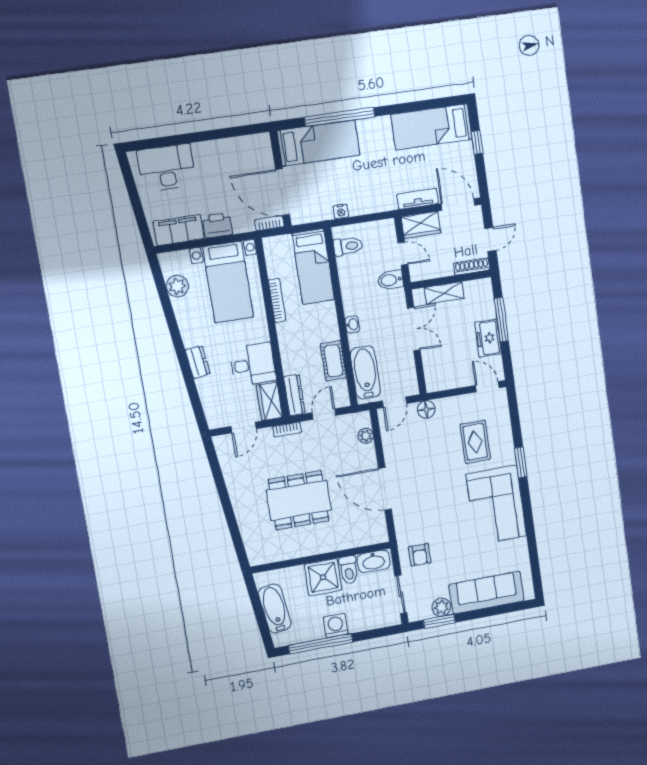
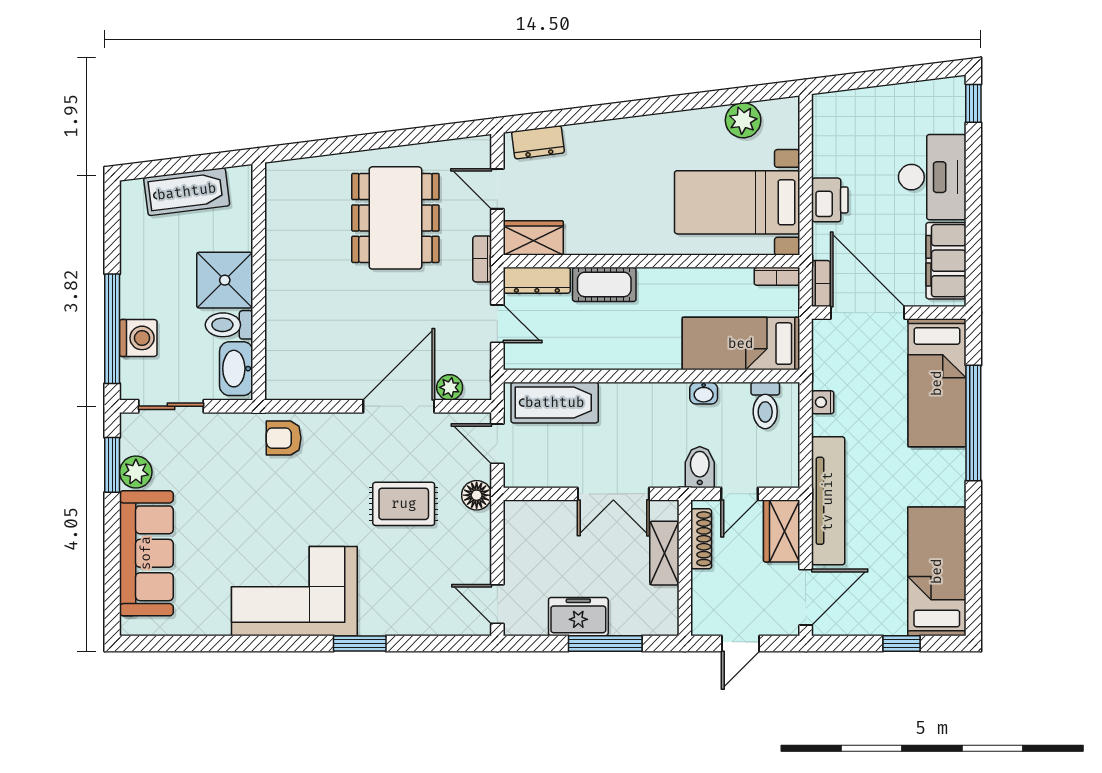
window: (143, 145) -> (973, 103), added
desk: (166, 168) -> (932, 177), moved
door: (283, 192) -> (867, 313), hinge flipped
tv unit: (418, 199) -> (828, 501), width x1.92, depth x1.29
filing cabinet: (179, 230) -> (946, 261), moved, turned 180
door: (490, 239) -> (741, 643), hinge flipped
shoe rack: (472, 266) -> (701, 539), moved
bookcase: (277, 300) -> (777, 276), moved, width x0.64
washbasin: (352, 324) -> (704, 393), moved
cot: (333, 361) -> (604, 284), moved
dresser: (198, 362) -> (538, 142), moved
desk: (253, 365) -> (598, 220), removed
door: (487, 387) -> (497, 604), swing flipped
rug: (475, 442) -> (404, 504), moved
door: (385, 489) -> (399, 406), moved
dining table: (299, 500) -> (395, 218), moved
armchair: (420, 555) -> (284, 438), moved
washing machine: (336, 626) -> (138, 338), moved
window: (321, 644) -> (112, 329), moved

